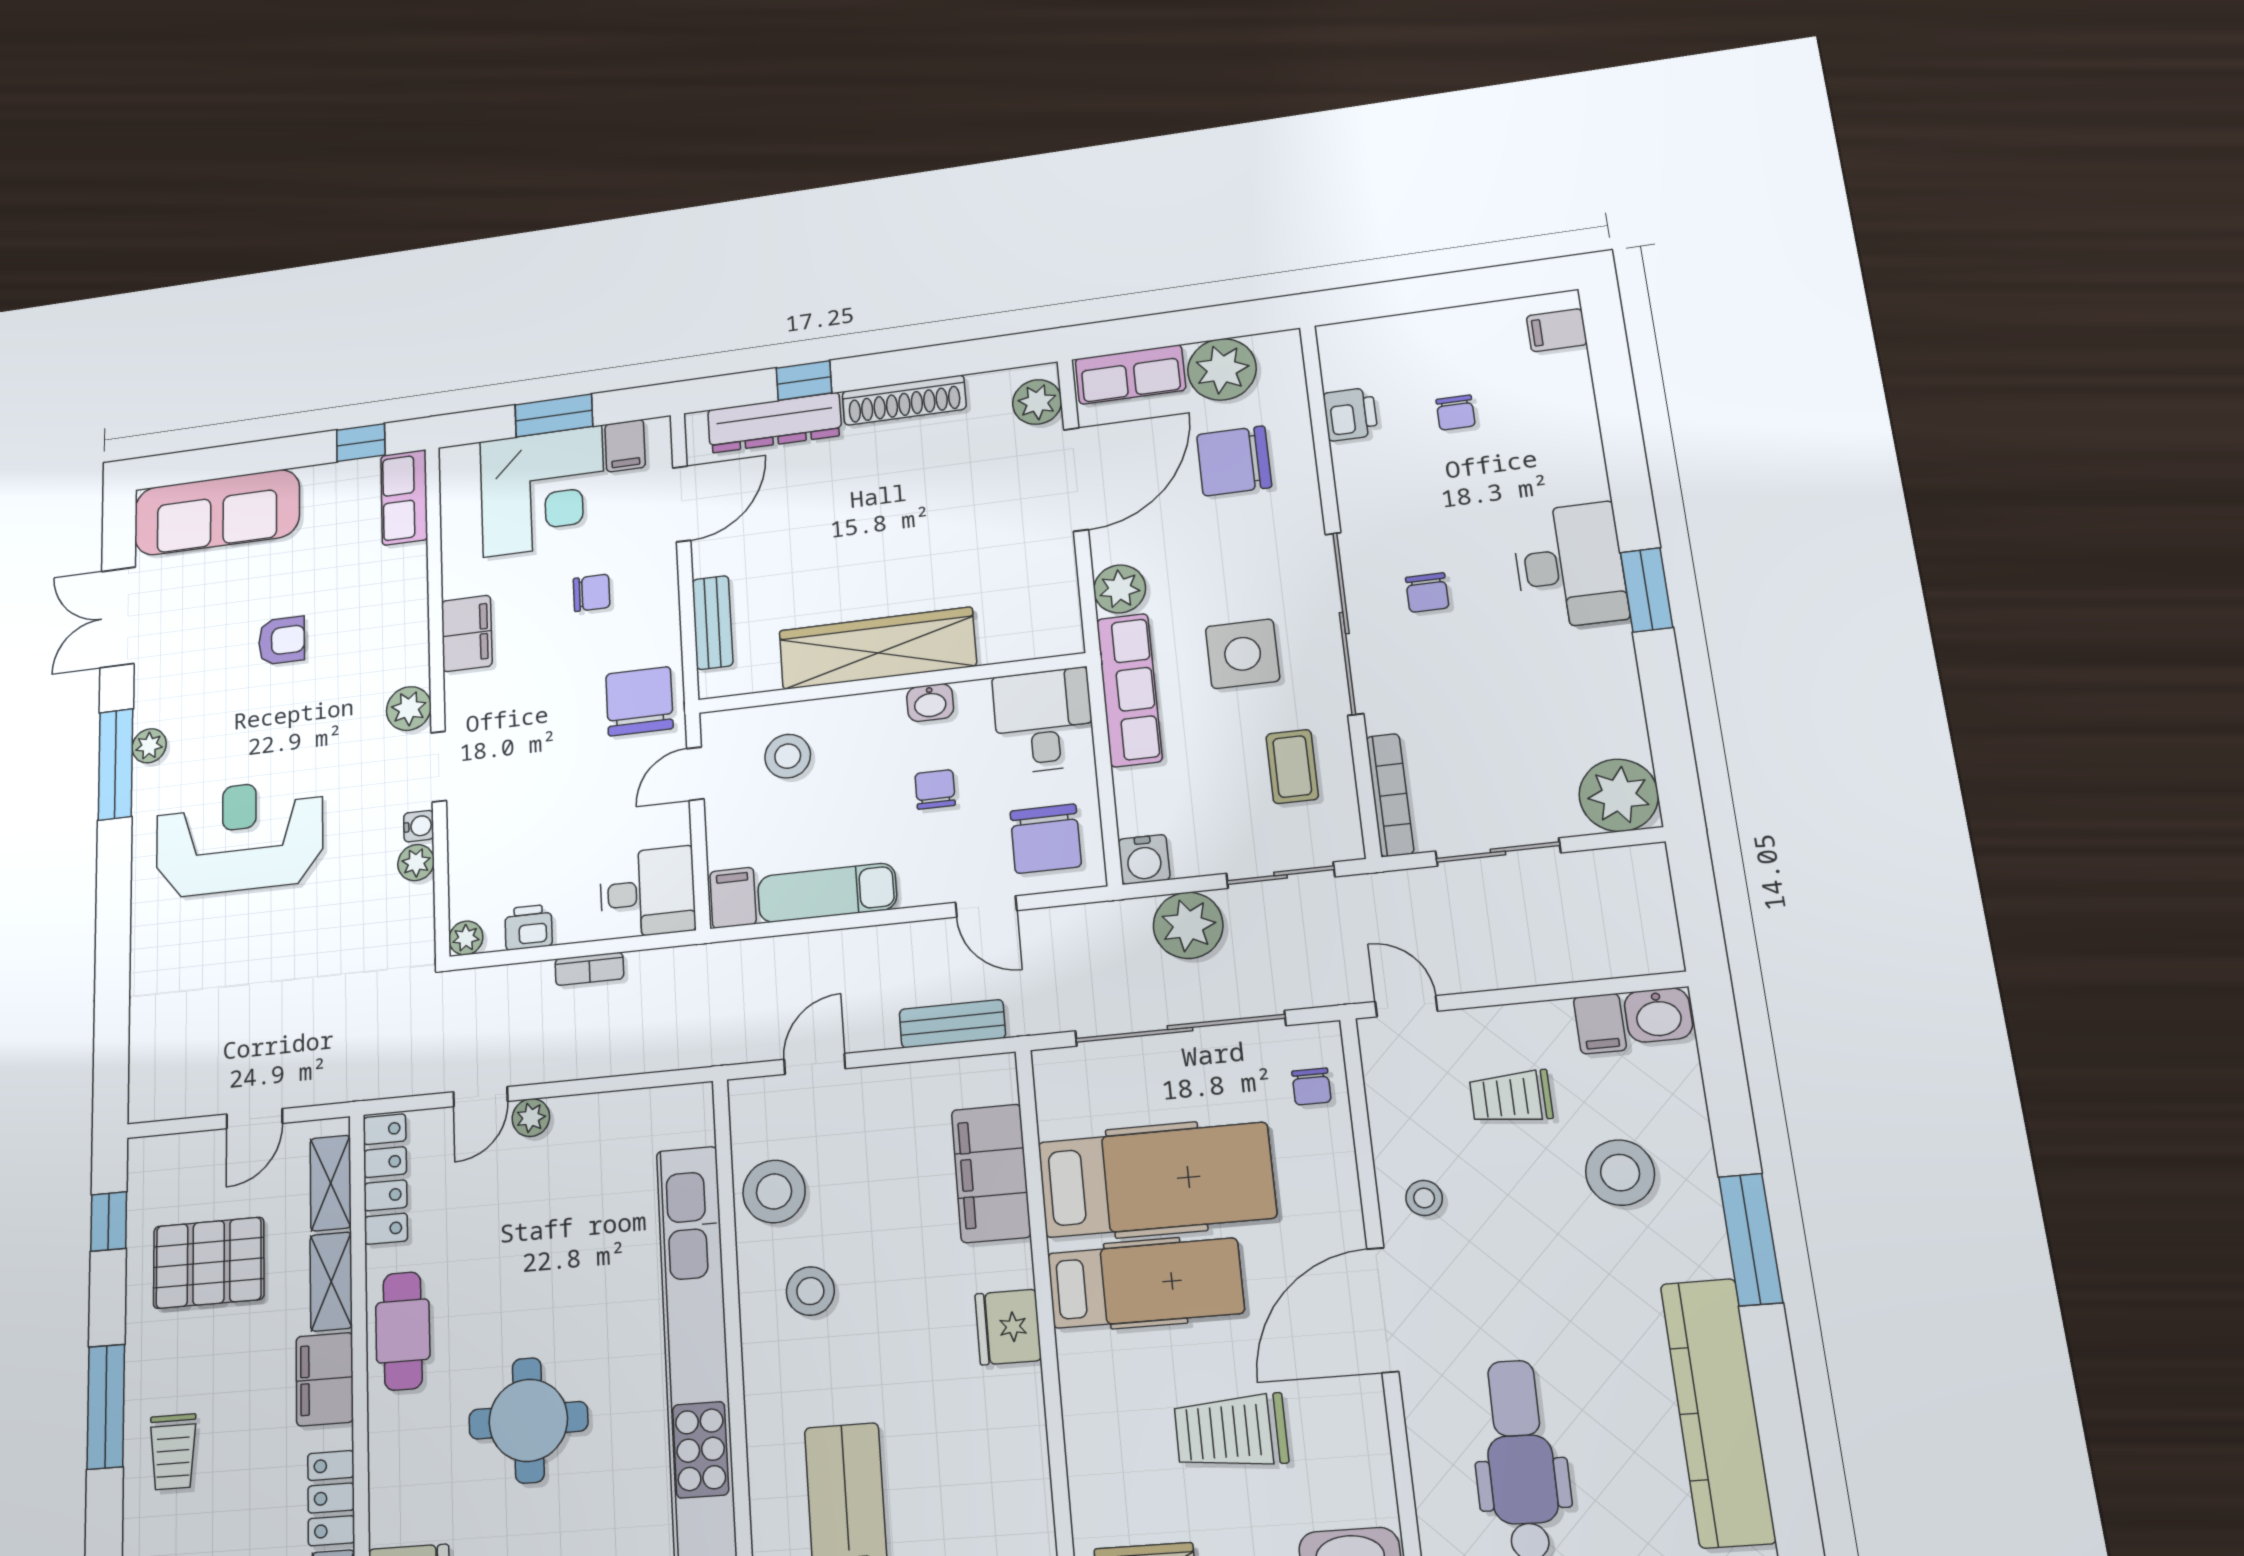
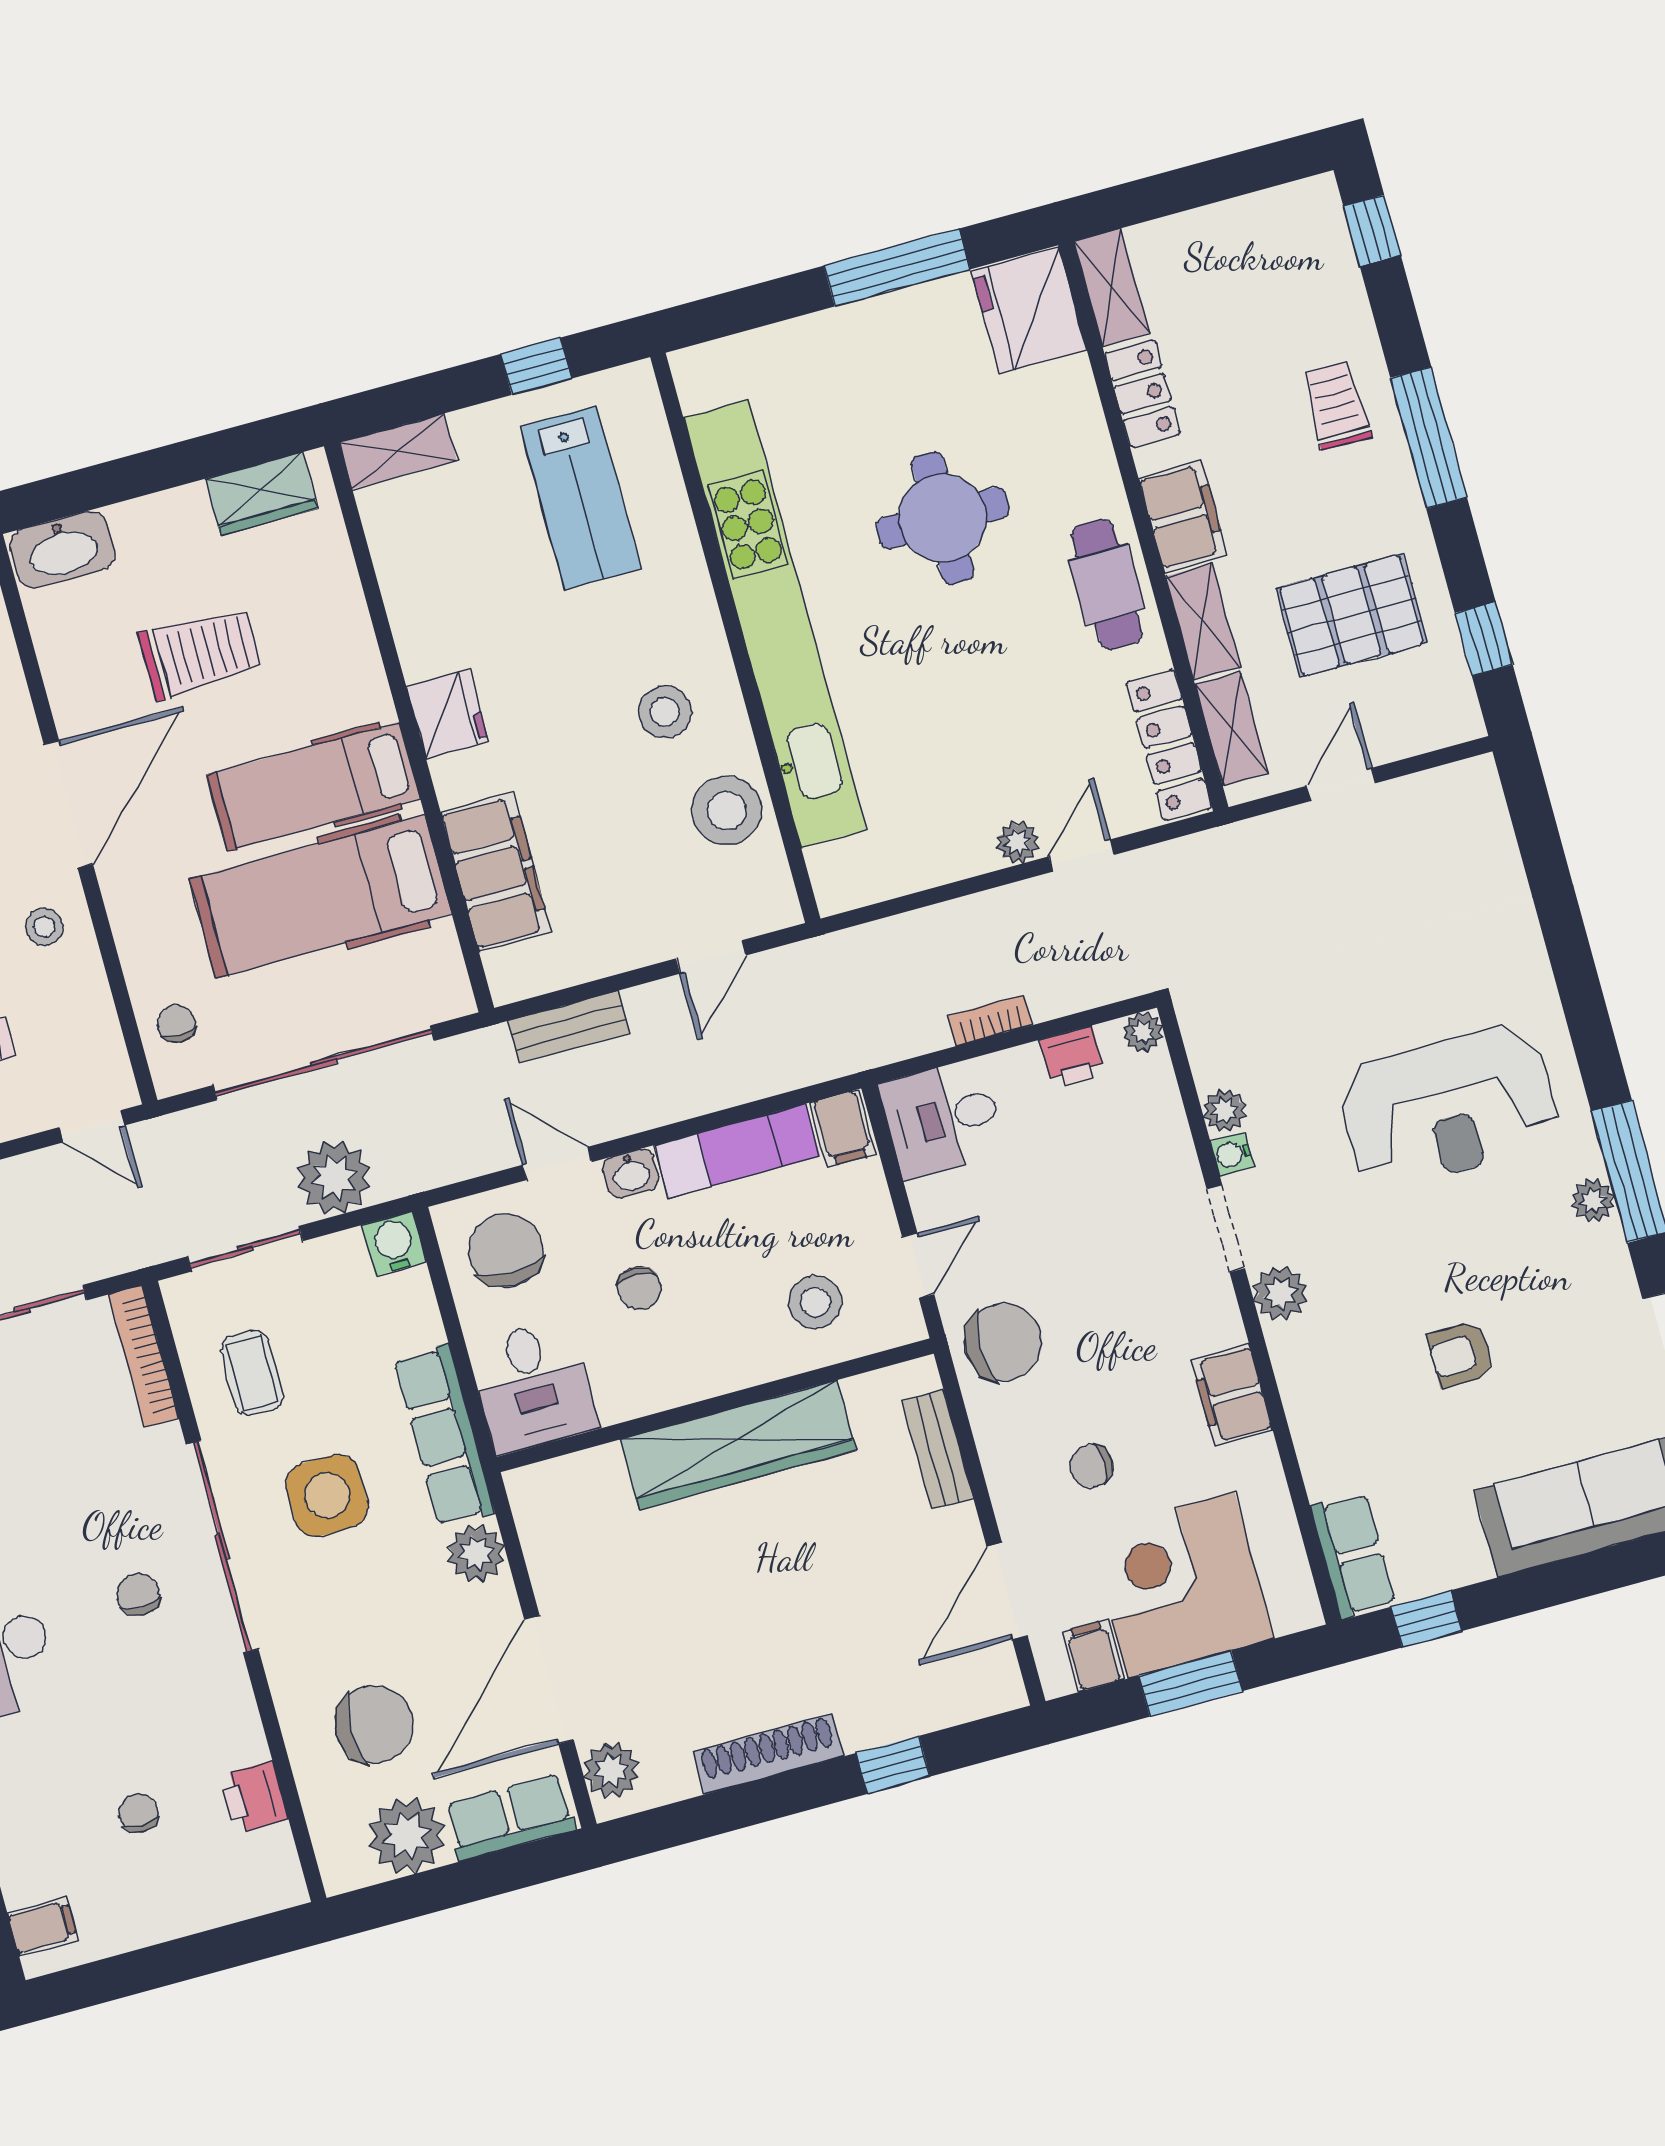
dresser: (775, 423) -> (917, 1707), removed
chair: (639, 701) -> (1003, 1342), turned -90
washbasin: (930, 703) -> (631, 1173), moved, turned 180

